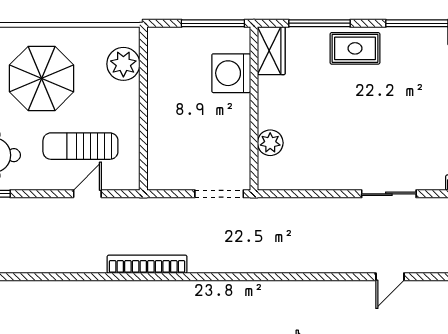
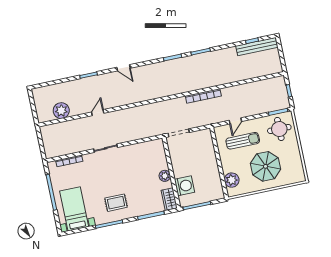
rug: (355, 48) -> (116, 203), moved
plant: (270, 143) -> (165, 176), moved

